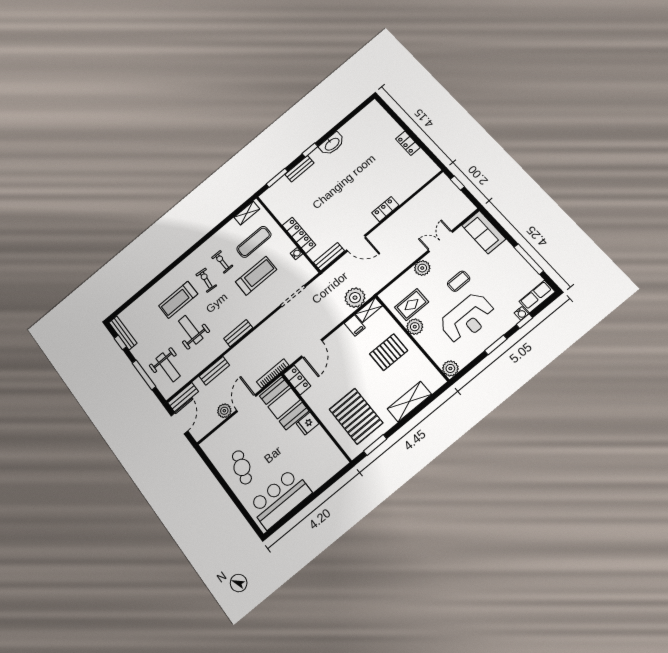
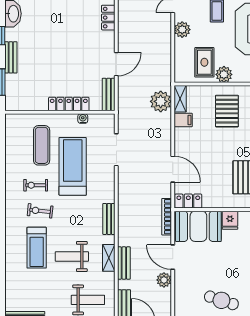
shelving: (247, 213) -> (109, 258), moved
treadmill: (256, 276) -> (73, 166), width x1.37, depth x1.38

